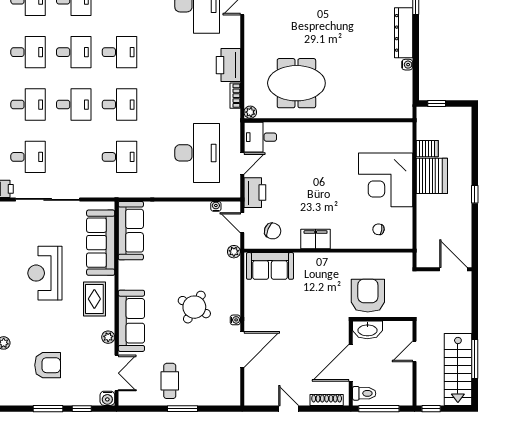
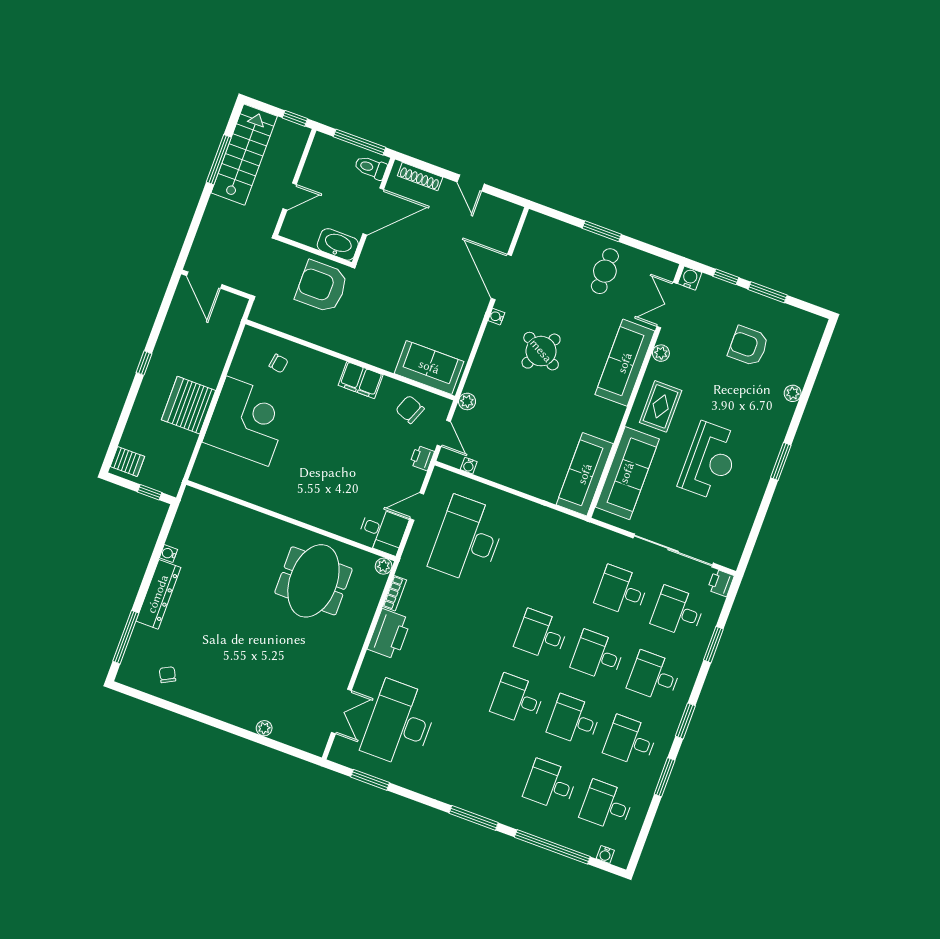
meeting table: (296, 83) -> (313, 581), turned 90
server rack: (427, 149) -> (127, 462), moved, turned 180
desk: (119, 157) -> (622, 591), moved
printer: (255, 193) -> (422, 458), width x0.53, depth x0.68
armchair: (368, 296) -> (322, 287), turned 90
door: (242, 350) -> (501, 277), hinge flipped

